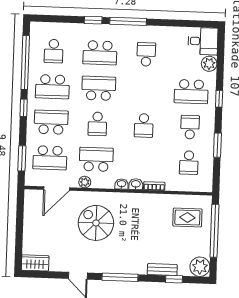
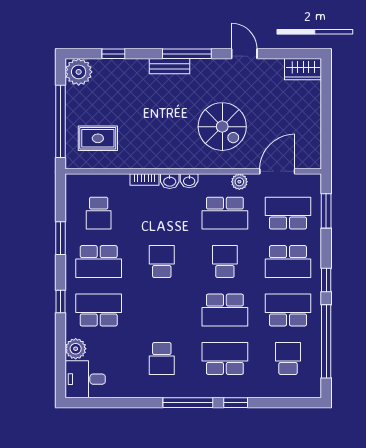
school desk: (190, 127) -> (99, 262), width x1.85
school desk: (189, 163) -> (99, 213), turned 180
bench: (162, 270) -> (169, 66), moved

